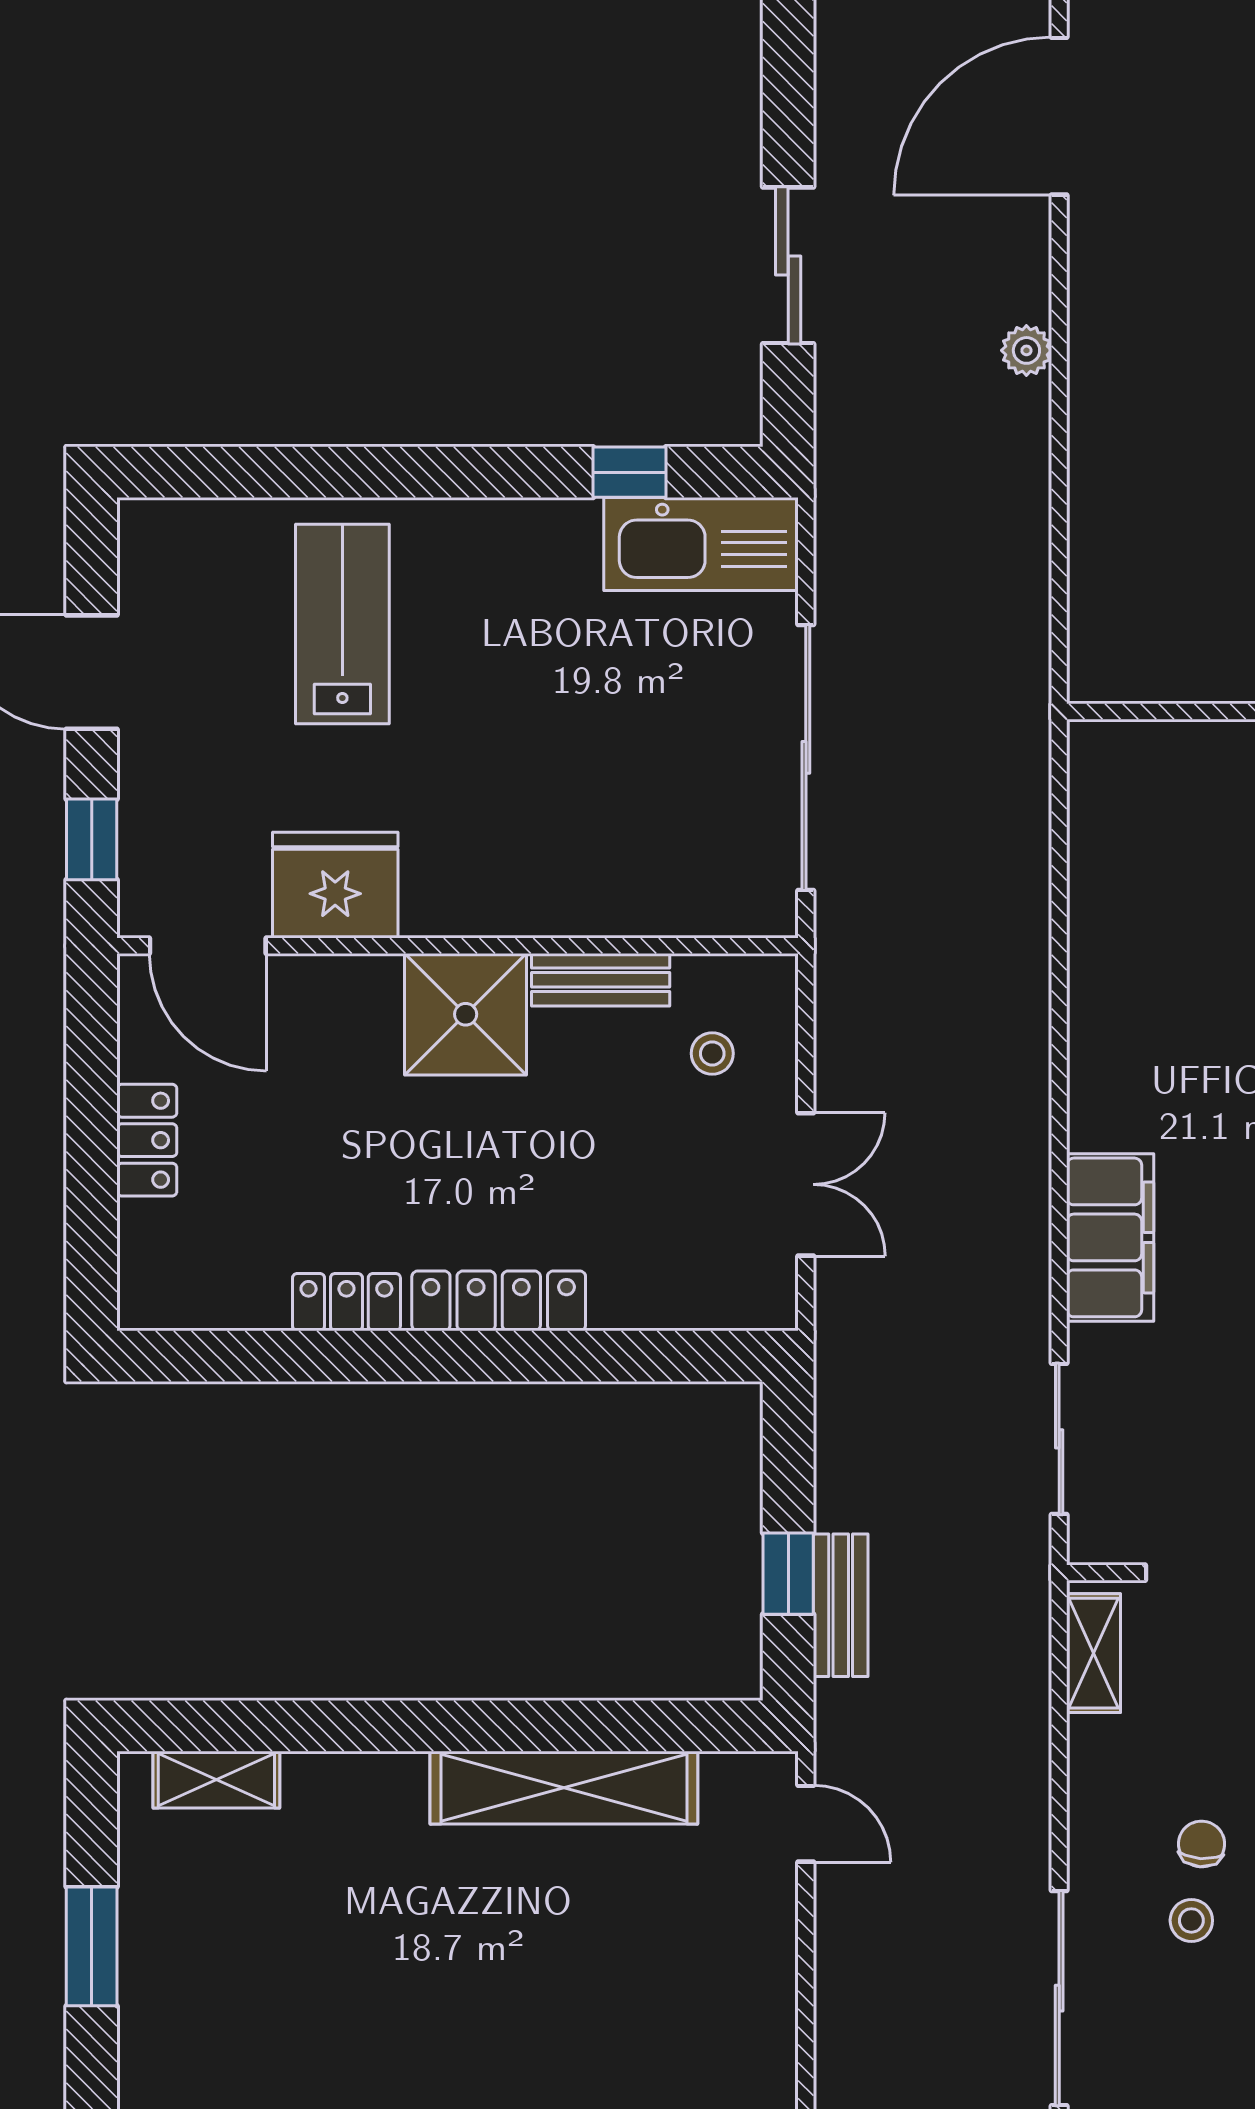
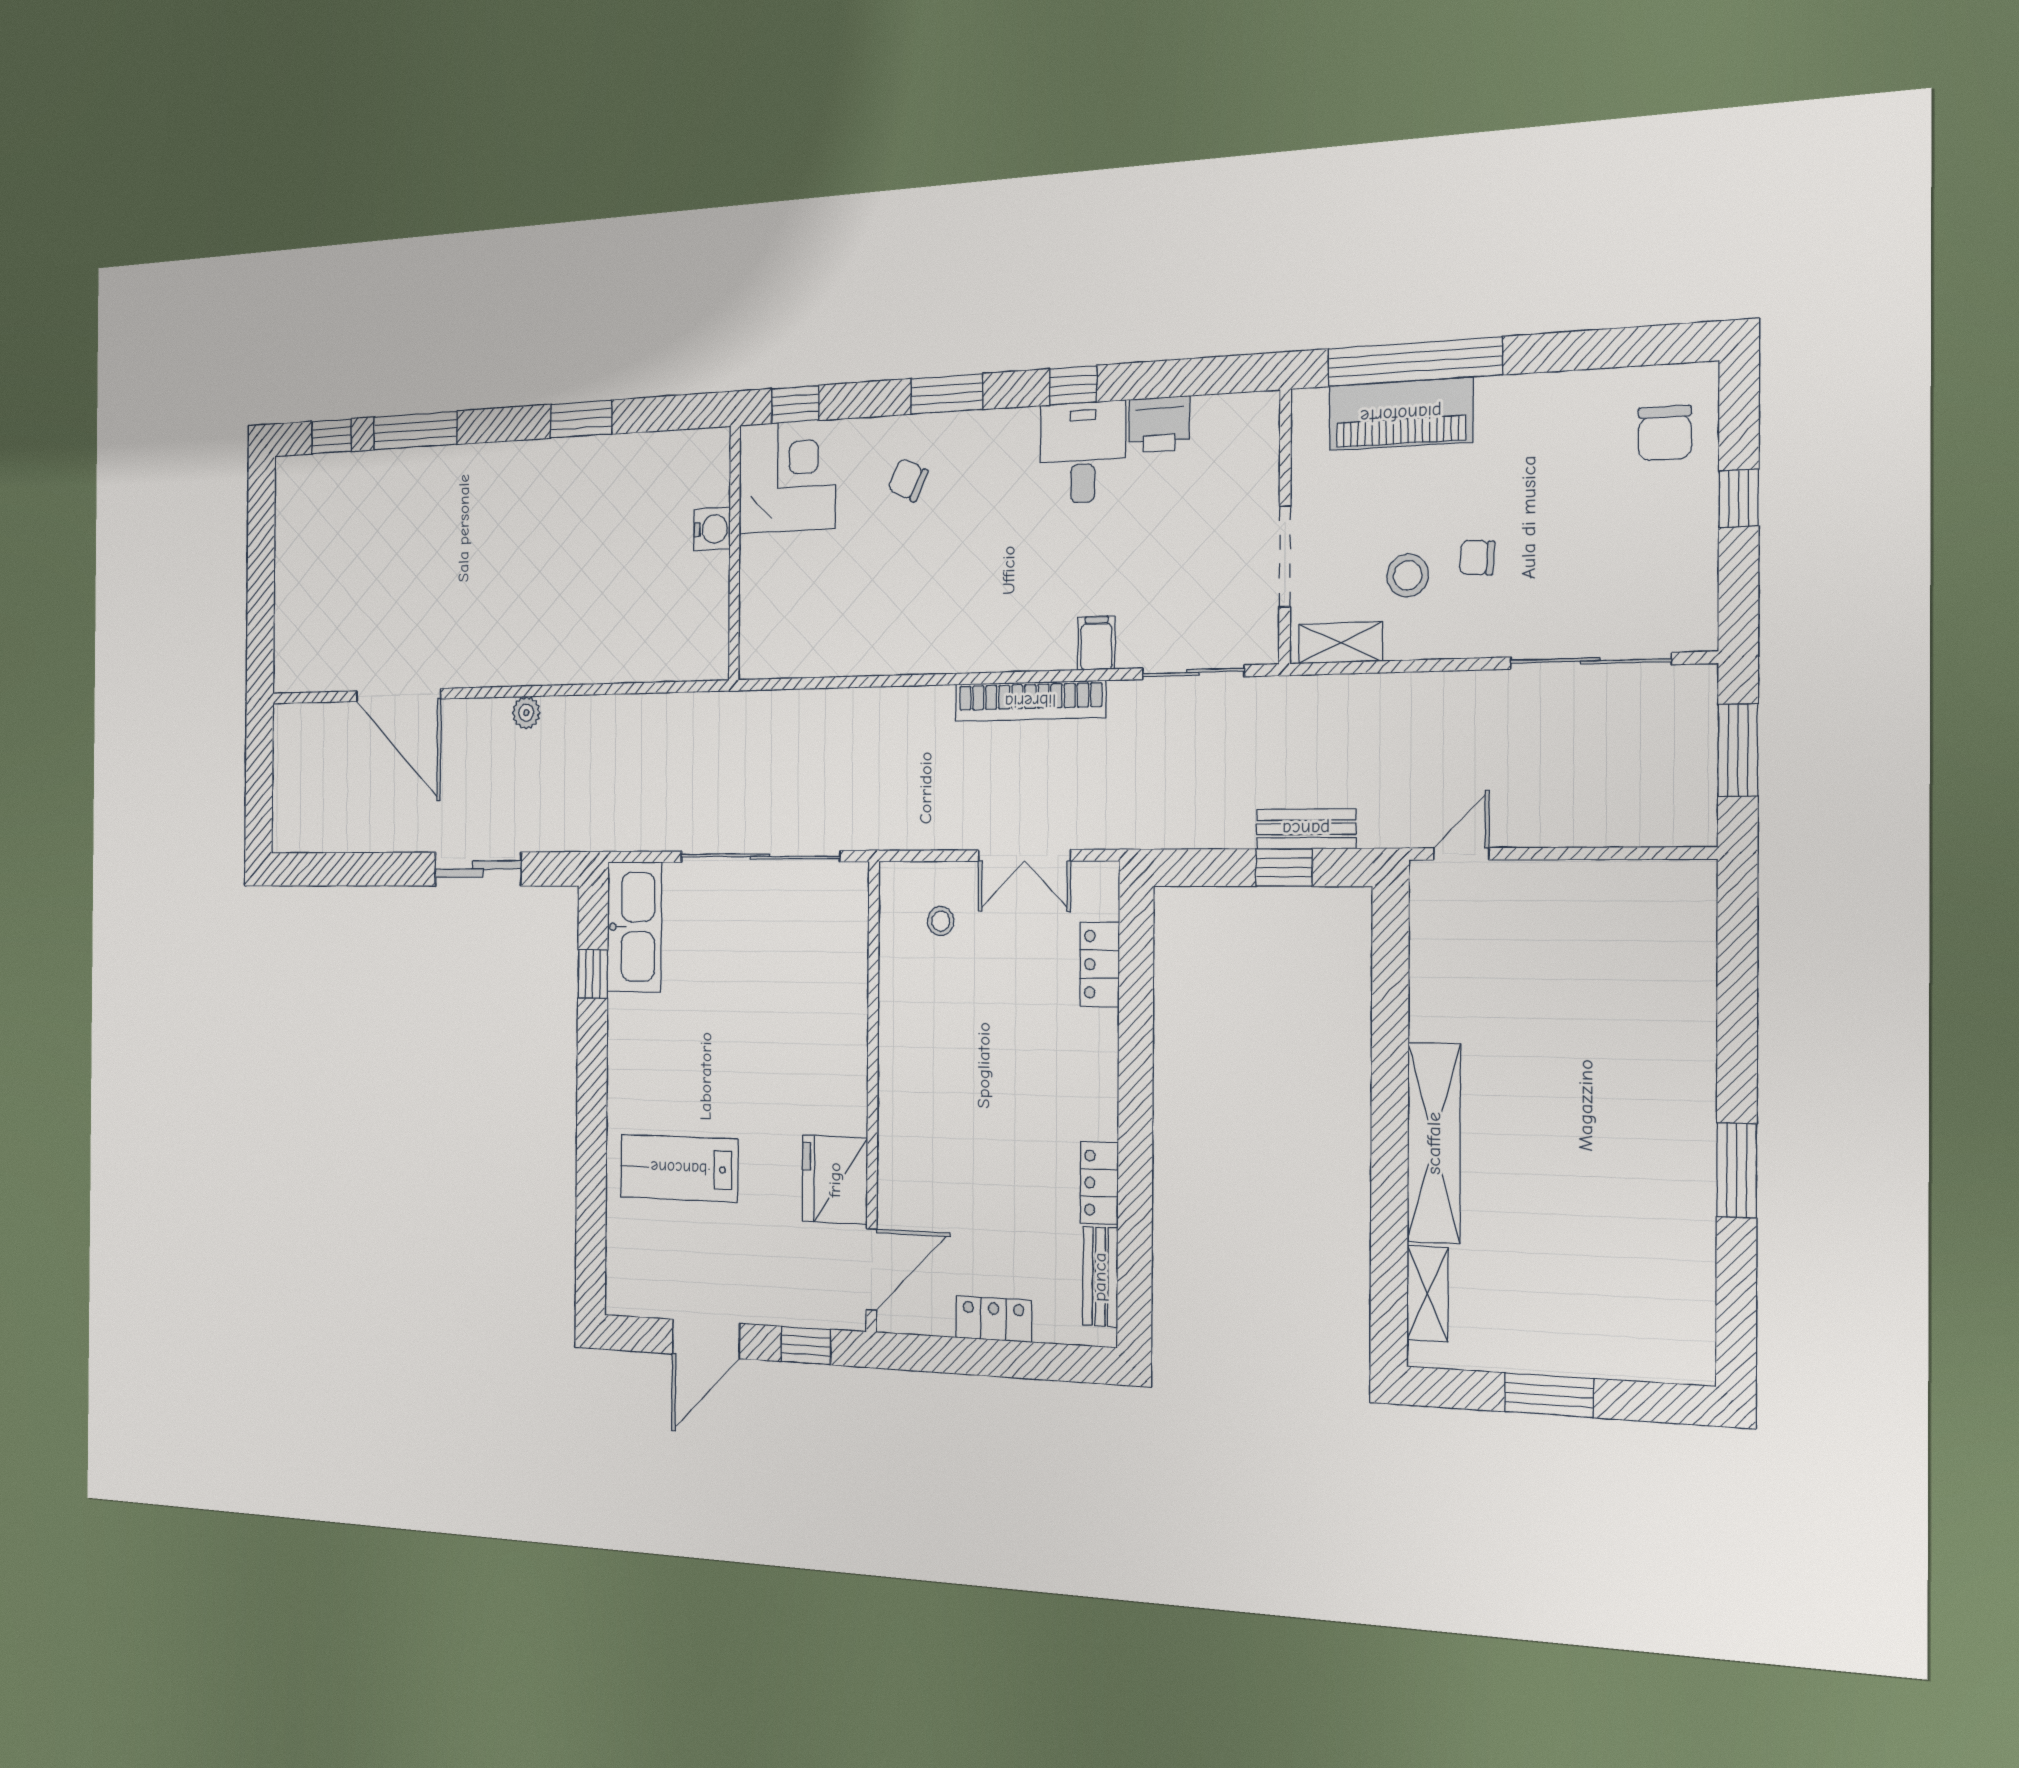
bench: (601, 980) -> (1100, 1277), moved
shower: (466, 1014) -> (915, 1092), removed
double door: (806, 1184) -> (1024, 855), swing flipped
bookcase: (1025, 1192) -> (1030, 701), added
filing cabinet: (1110, 1237) -> (1096, 643), width x0.33, depth x0.86
locker: (499, 1301) -> (1100, 964), moved, width x0.66
shelving: (564, 1788) -> (1434, 1143), moved
stool: (1191, 1920) -> (1408, 575), moved, width x1.37, depth x1.37

